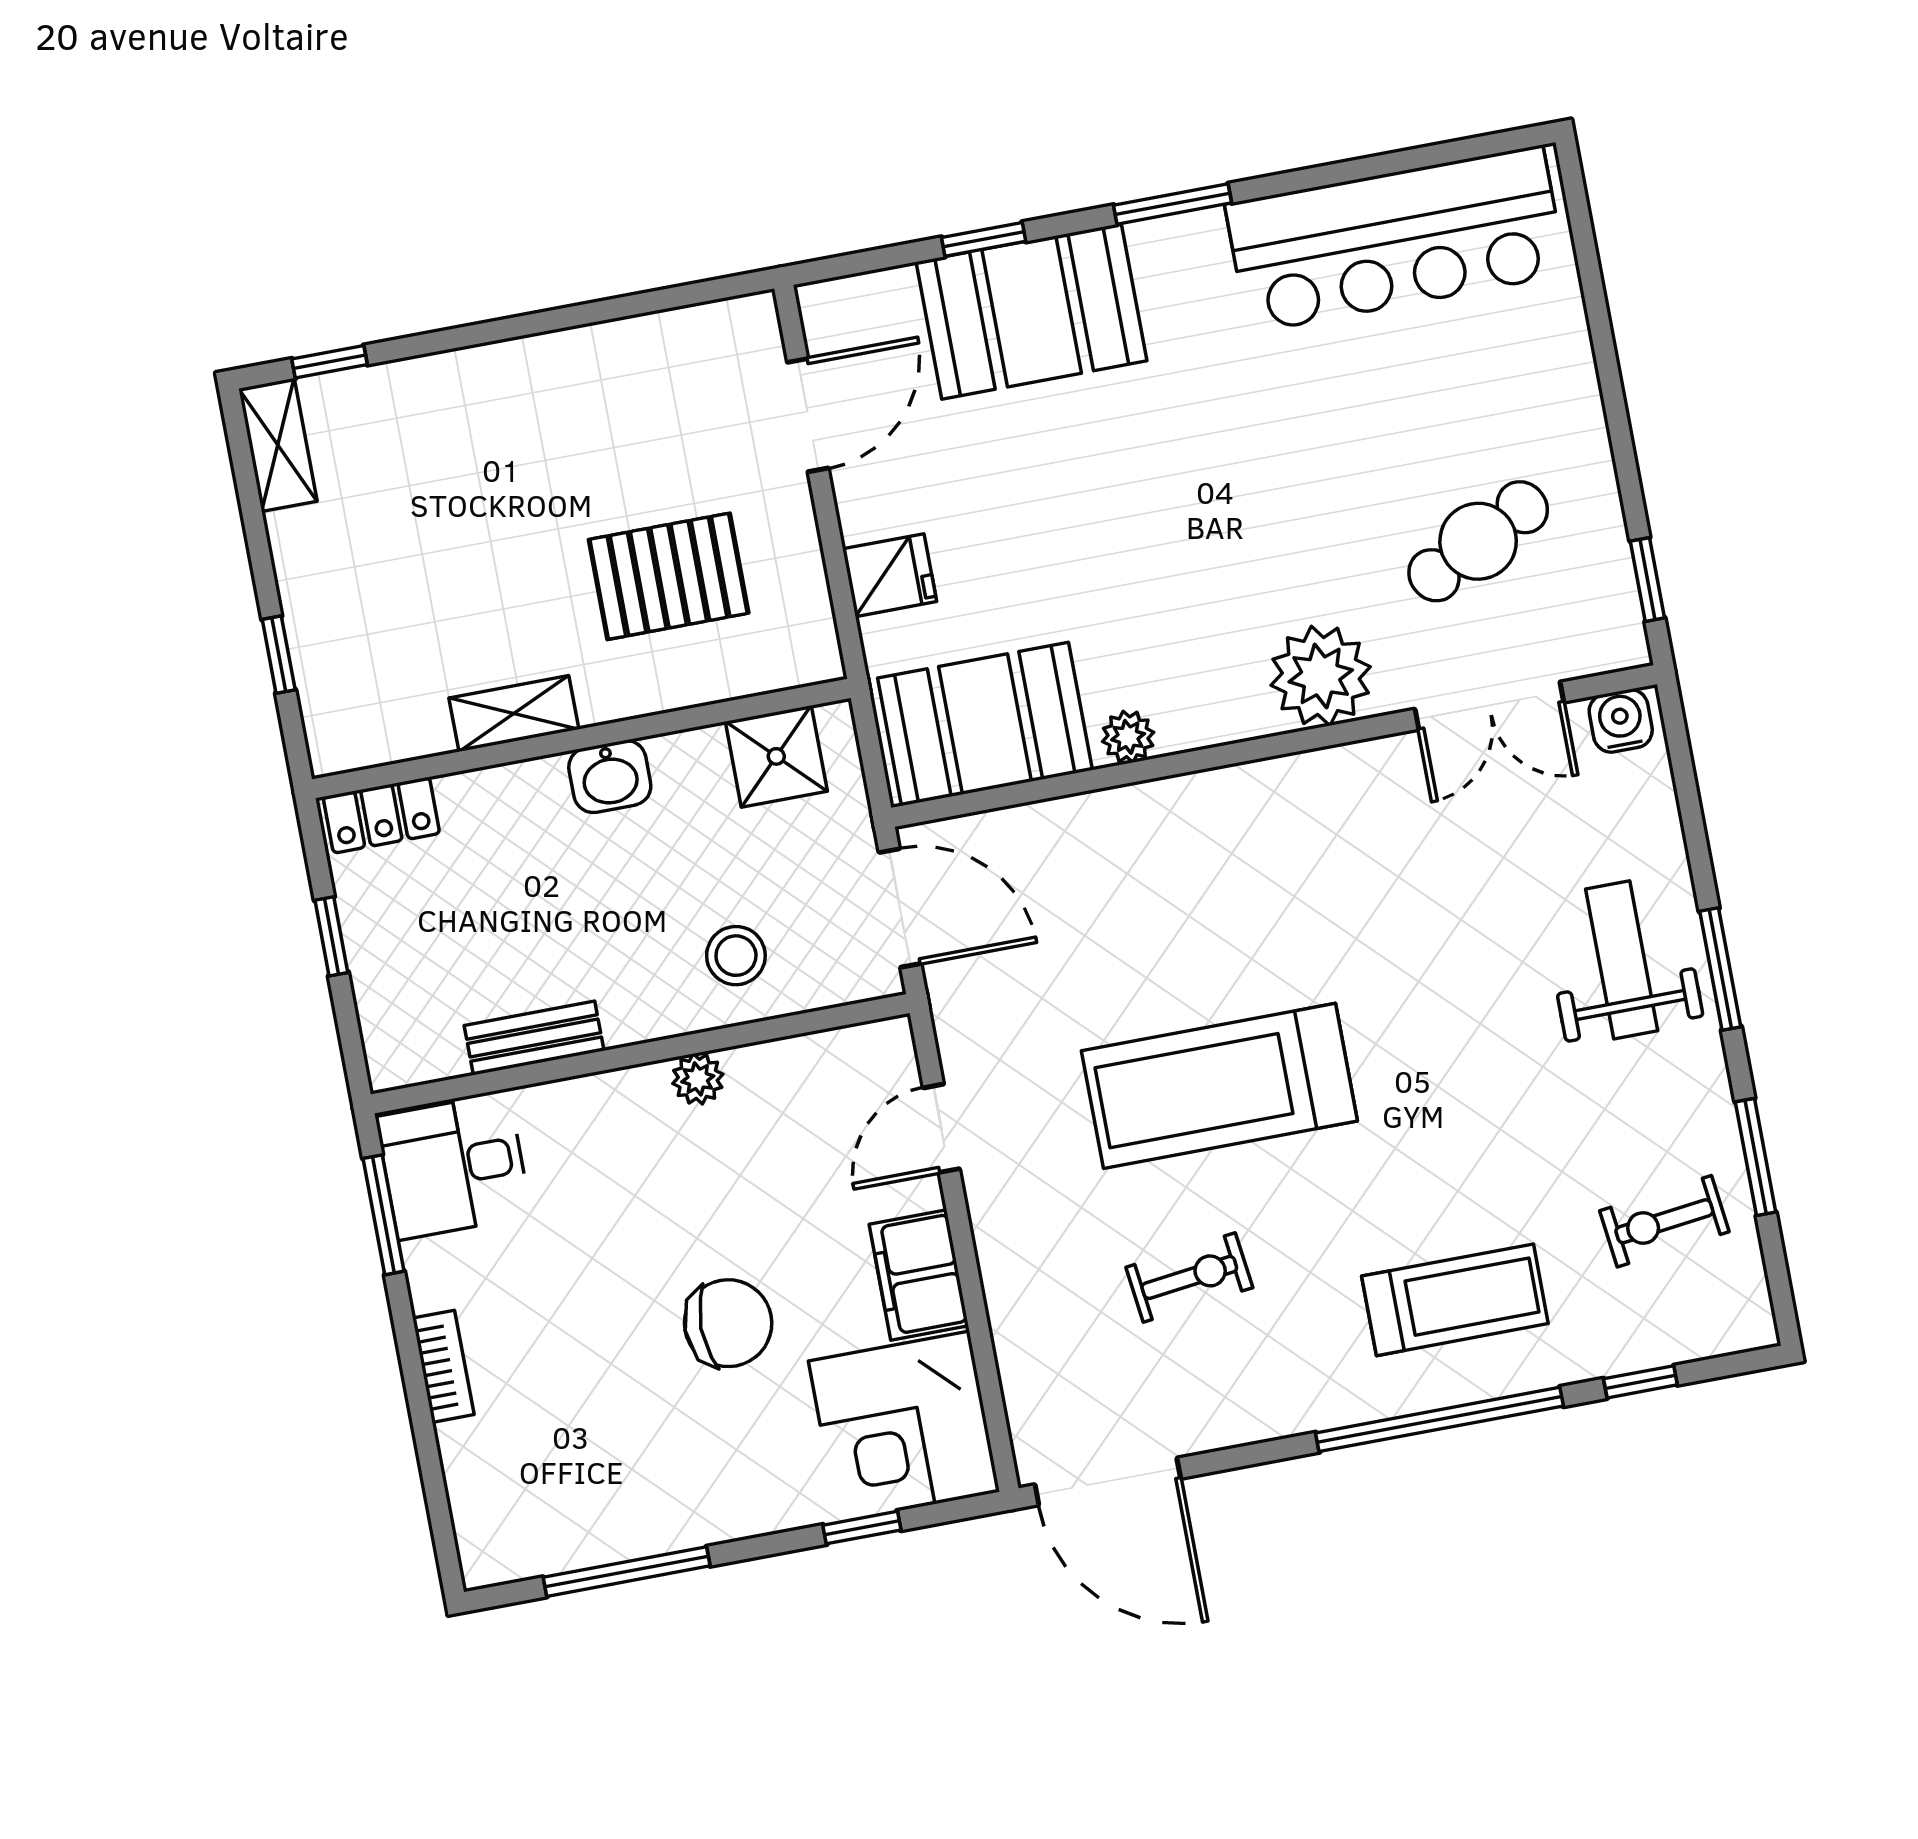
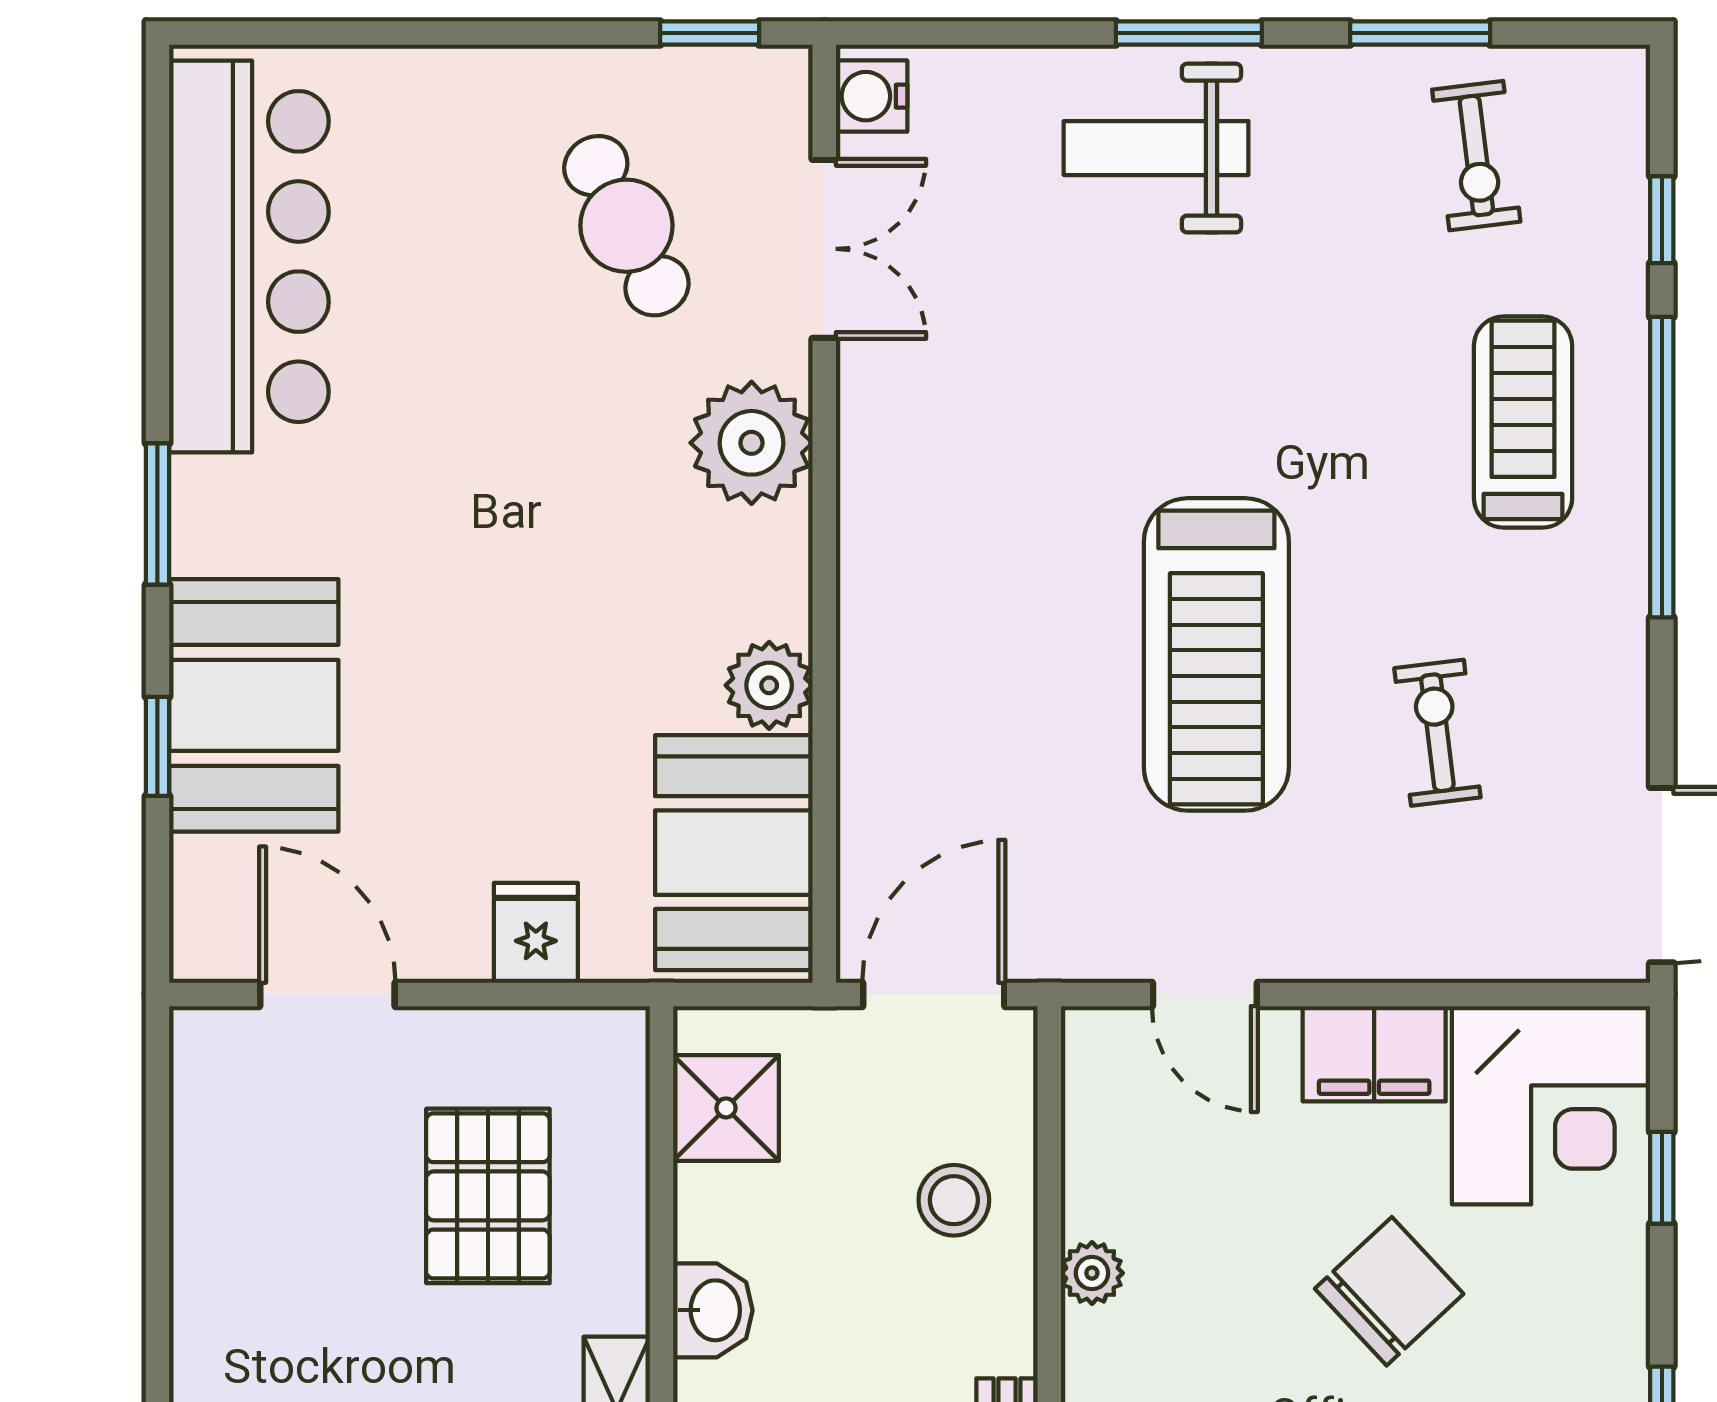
plant: (1128, 737) -> (769, 685), width x1.38, depth x1.38
chair: (728, 1323) -> (1389, 1291), turned 47

